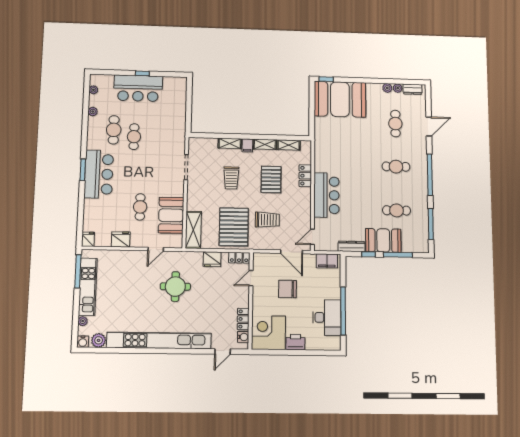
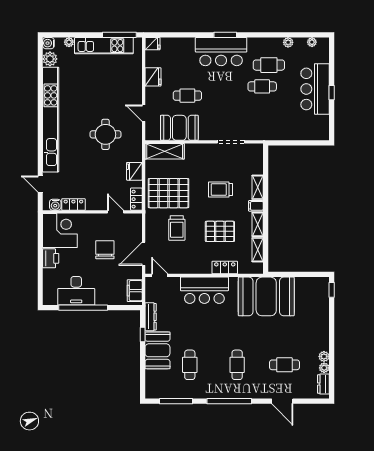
booth: (340, 99) -> (266, 296), moved, turned 90
window: (398, 255) -> (143, 366), removed

